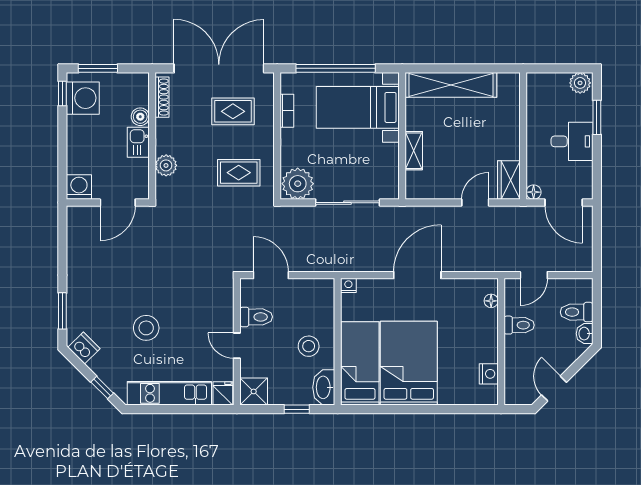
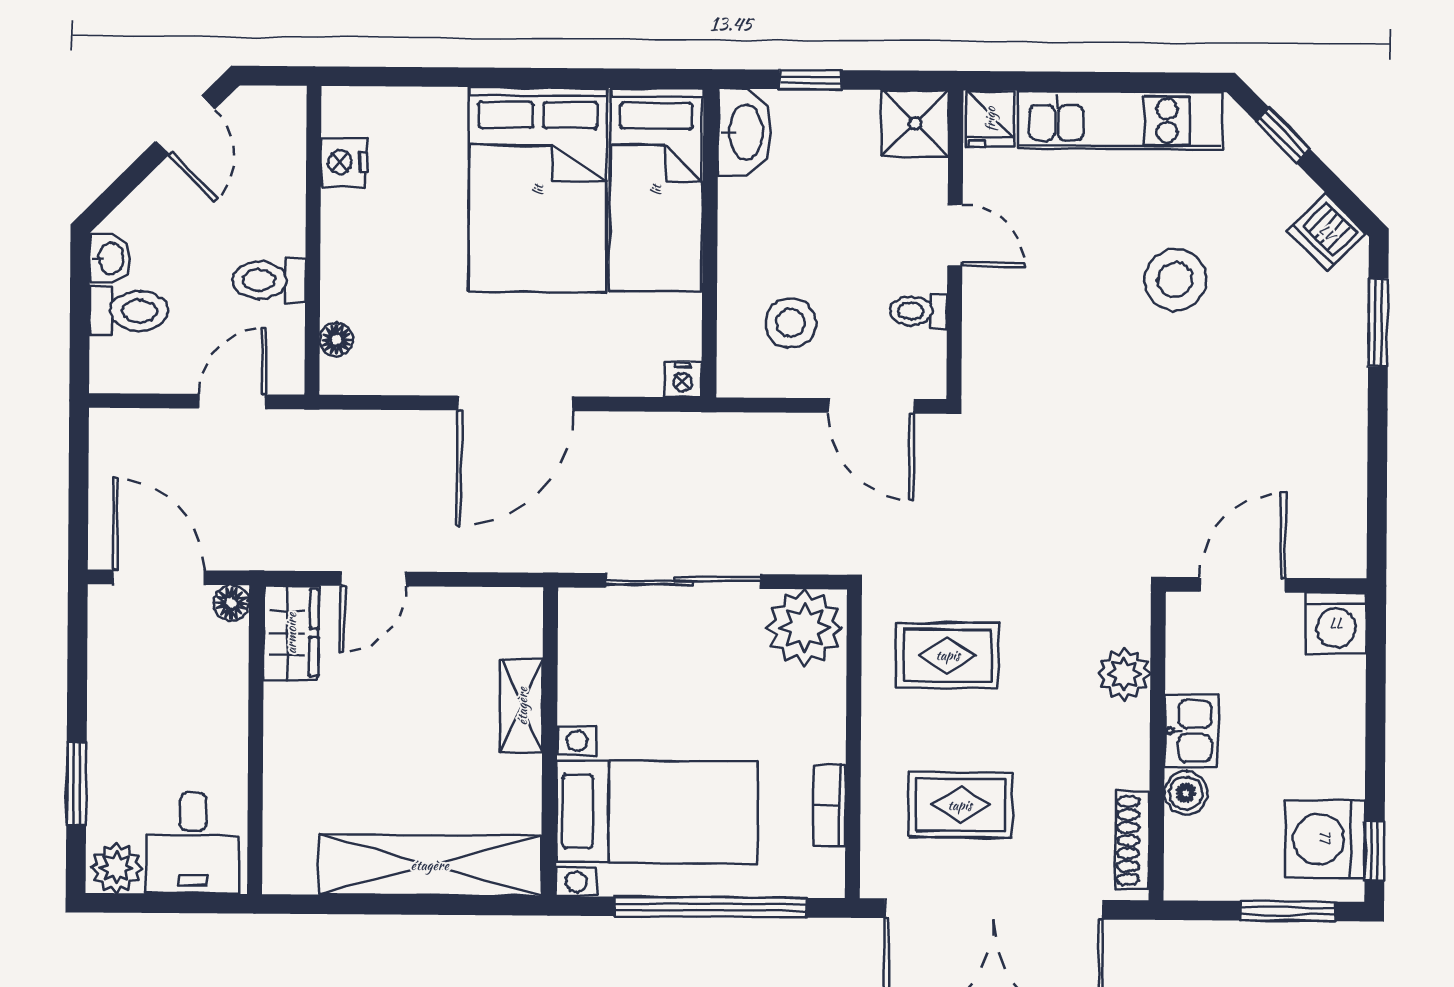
desk: (572, 141) -> (193, 843), moved, turned -90
toilet: (256, 317) -> (919, 311), width x0.73, depth x0.72
stool: (309, 346) -> (790, 323), moved

